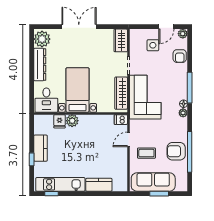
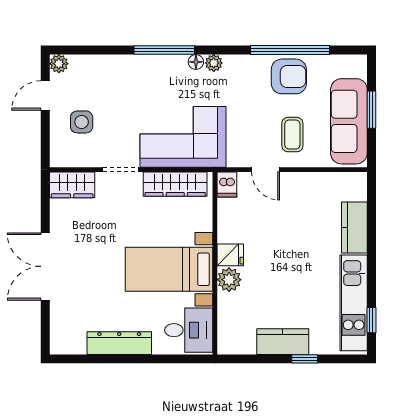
door: (166, 27) -> (45, 95), swing flipped
plant: (42, 39) -> (69, 339), removed
armchair: (180, 56) -> (103, 69), removed
fridge: (60, 121) -> (230, 255), moved
armchair: (176, 151) -> (289, 76), turned -90

